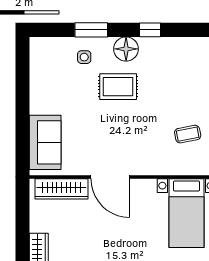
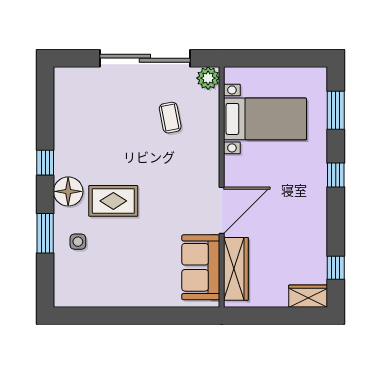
rug: (118, 87) -> (113, 201), turned 90
sofa: (45, 142) -> (201, 267), moved, turned -90

